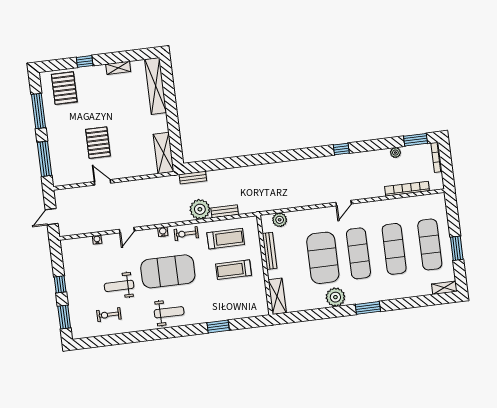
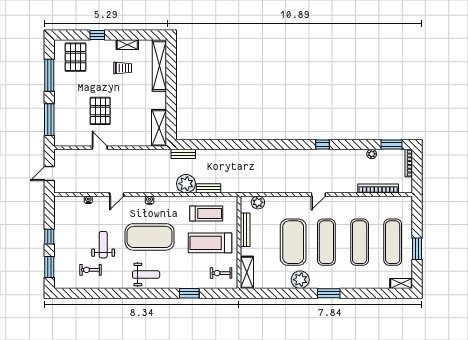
trolley: (116, 93) -> (123, 68), added
exercise bike: (186, 234) -> (221, 273), moved
treadmill: (234, 270) -> (210, 243), width x1.37, depth x1.38
weight bench: (119, 286) -> (103, 245), turned 90

